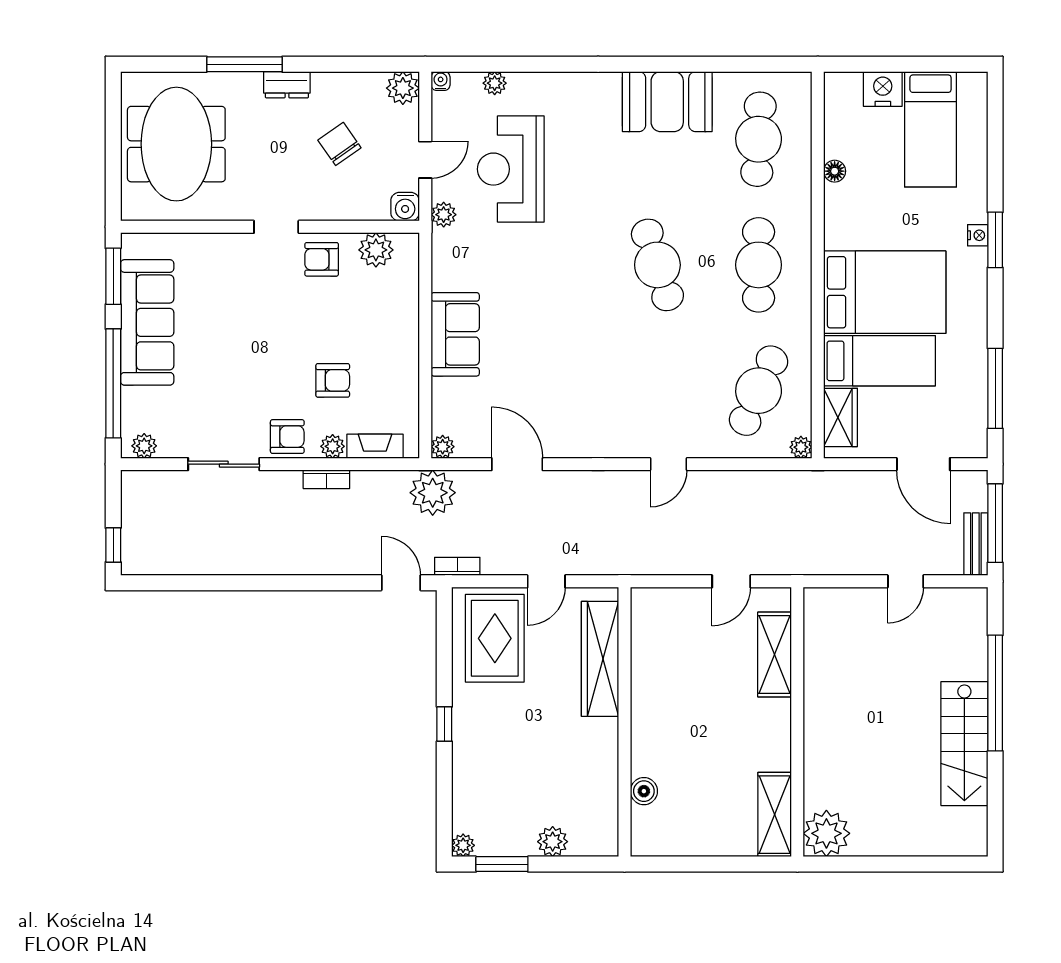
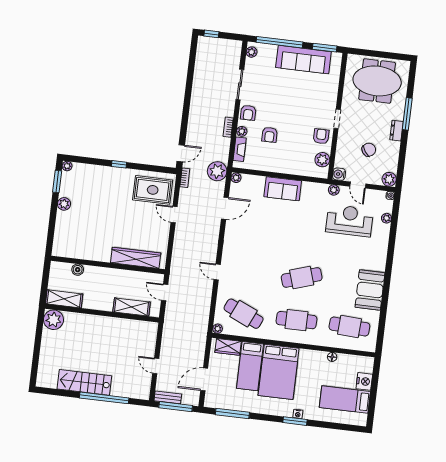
wardrobe: (600, 659) -> (136, 258), moved
wall: (624, 722) -> (108, 265), moved
boiler: (644, 791) -> (78, 270), moved

